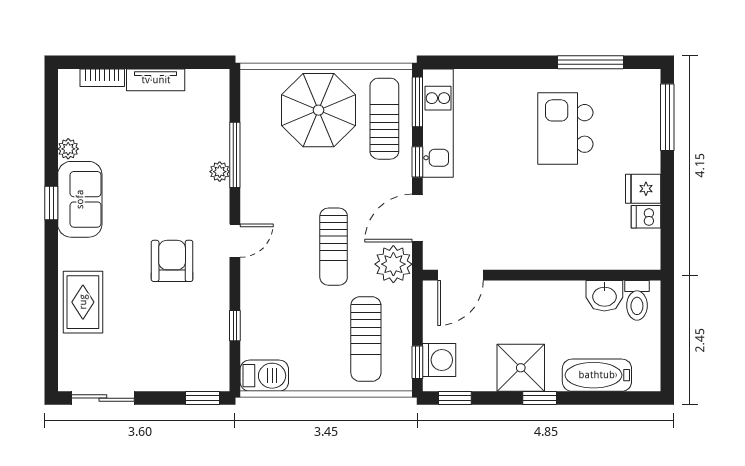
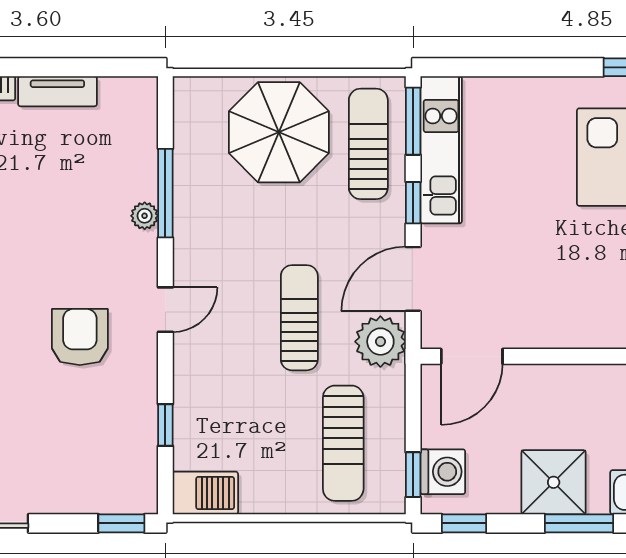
sun lounger: (334, 247) -> (299, 318), turned 180
window: (540, 398) -> (579, 523), width x1.50

